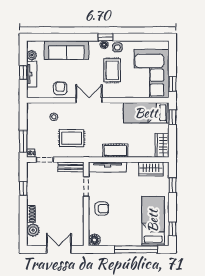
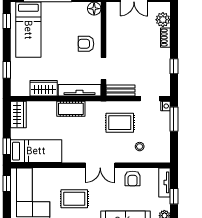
rug: (112, 70) -> (74, 199), turned 90
tv unit: (32, 74) -> (164, 182), moved
wardrobe: (151, 169) -> (44, 88), moved

